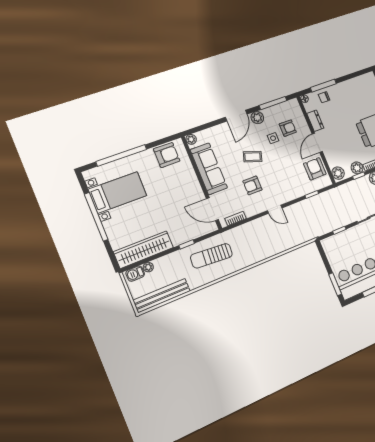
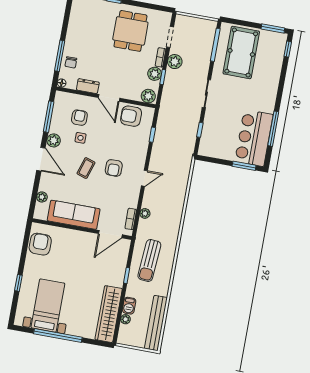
plant: (191, 139) -> (42, 197), moved
window: (121, 155) -> (18, 283), width x0.32
armchair: (252, 185) -> (114, 168), moved
plant: (247, 227) -> (145, 213), added
barbecue: (135, 274) -> (129, 306), moved

